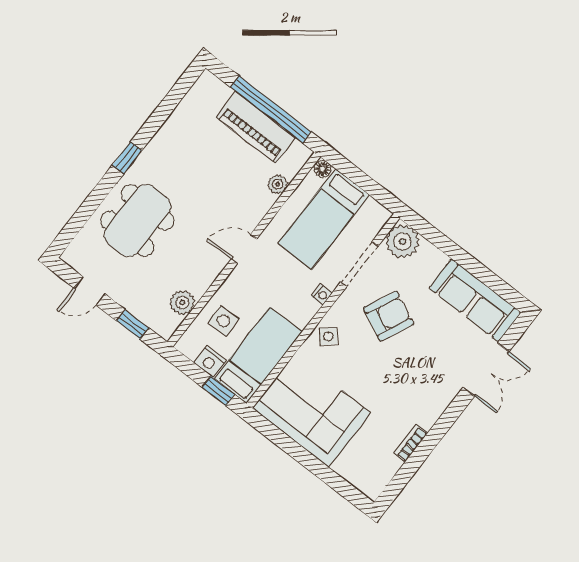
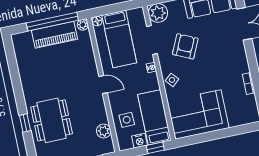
window: (127, 158) -> (25, 123), moved
plant: (278, 184) -> (83, 25), moved
door: (244, 249) -> (103, 85), swing flipped

